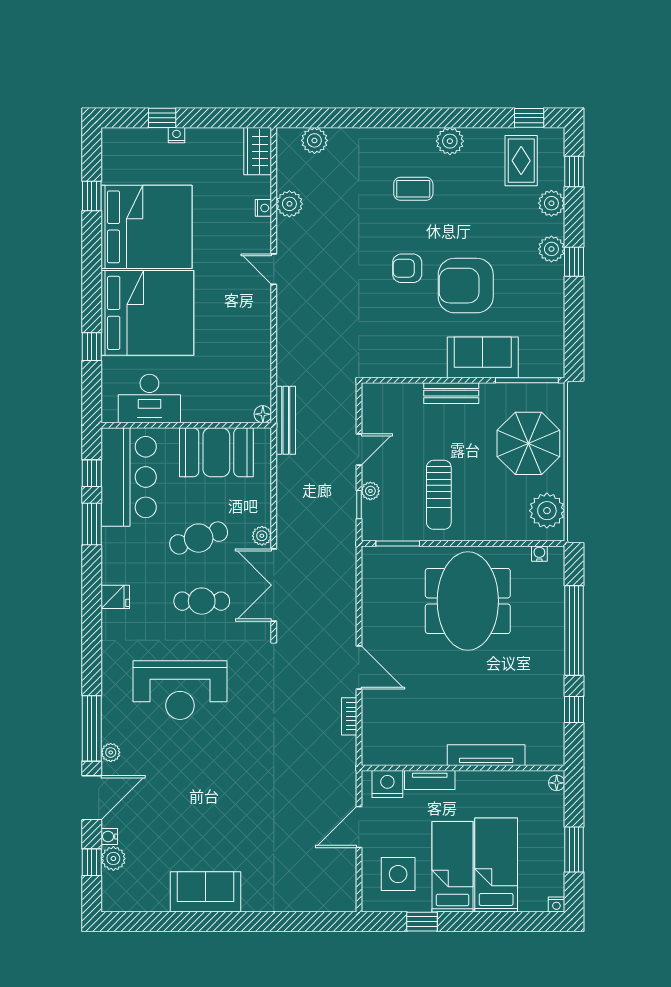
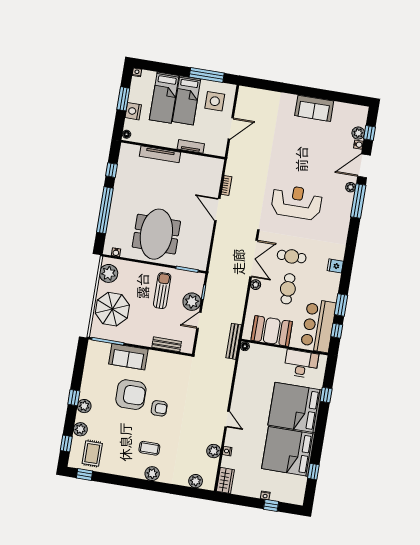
plant: (450, 141) -> (152, 474), moved
bench: (451, 393) -> (167, 344), moved
plant: (370, 491) -> (192, 302), width x1.88, depth x1.88
cafe table: (199, 538) -> (288, 289), turned -72
reception desk: (180, 690) -> (297, 202), moved
nightstand: (387, 784) -> (133, 111), moved, turned 90
window: (422, 922) -> (207, 75), width x2.17

